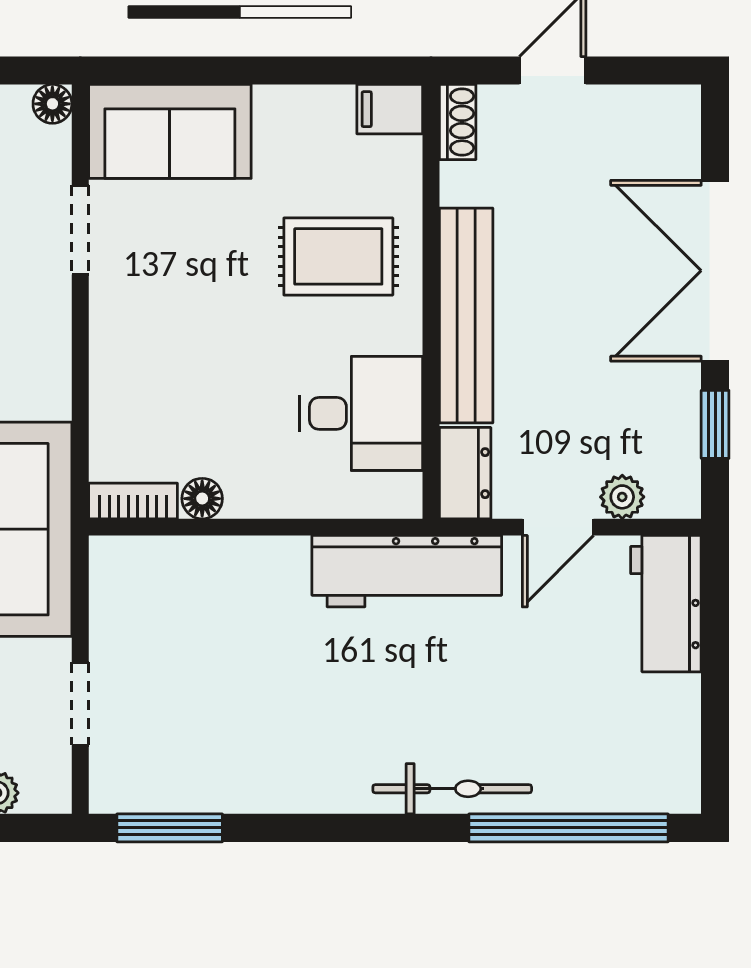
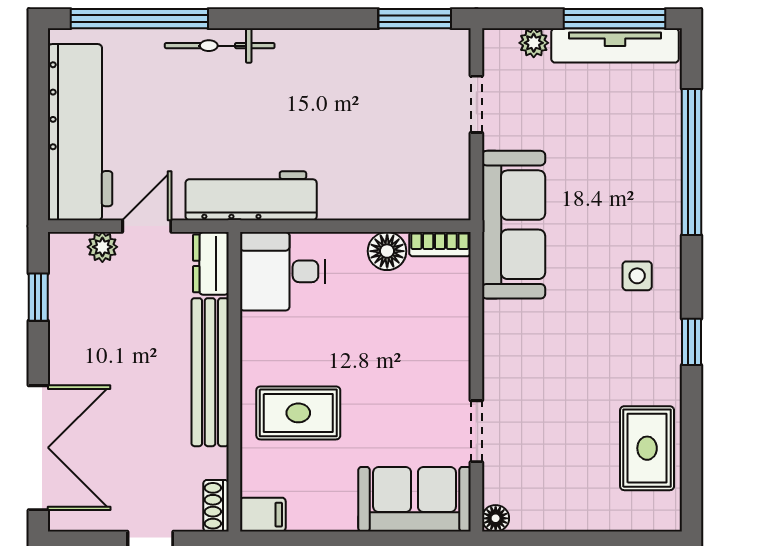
double door: (715, 271) -> (38, 448), moved
desk: (361, 413) -> (283, 271), moved
floor lamp: (202, 499) -> (387, 251), width x1.37, depth x1.37
workbench: (666, 604) -> (80, 132), width x1.88, depth x1.32

